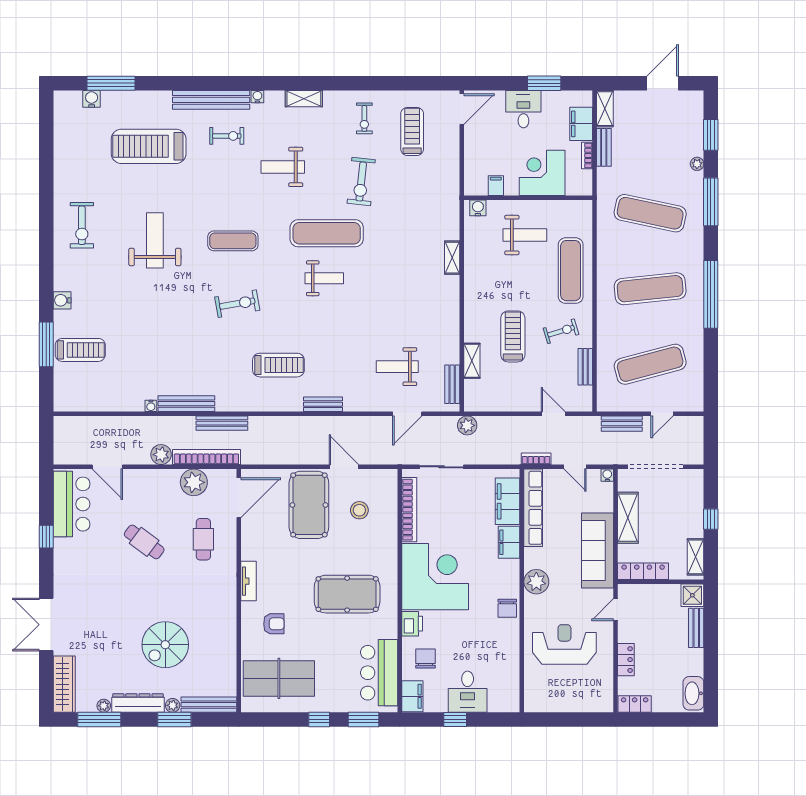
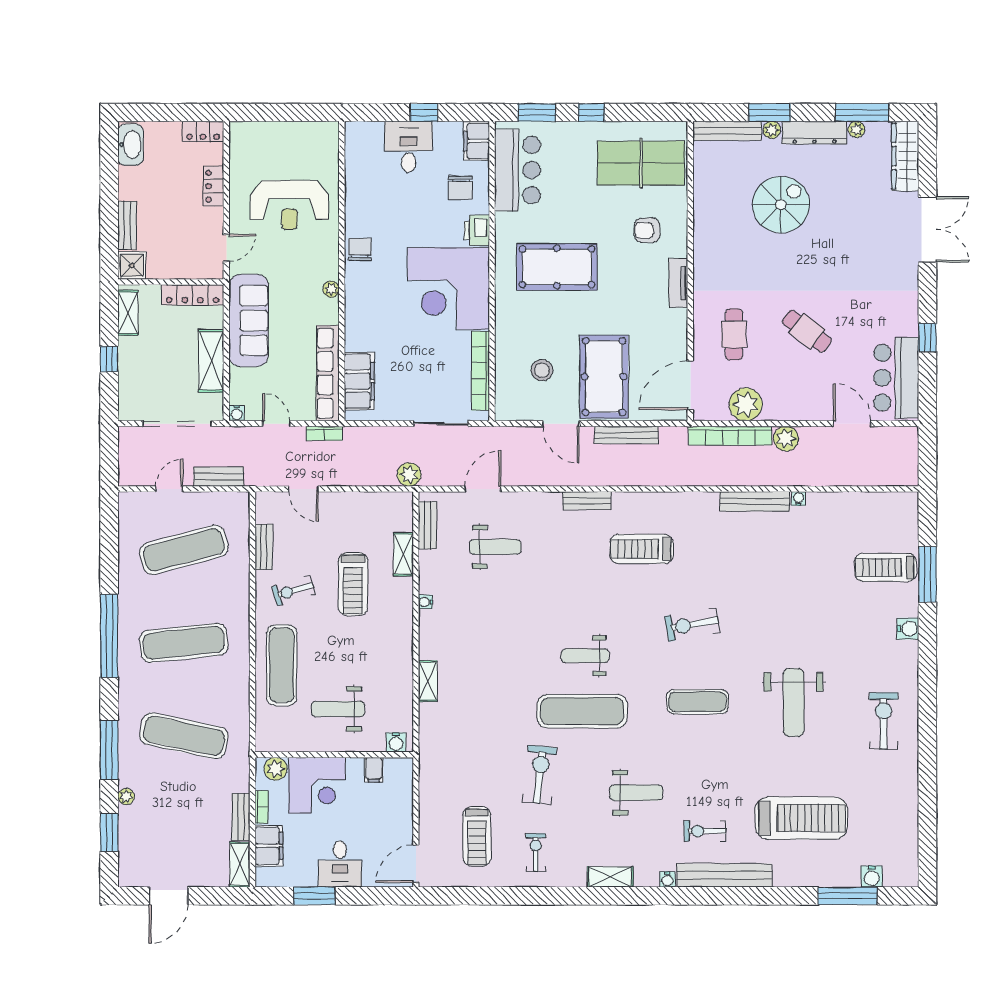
plant: (576, 186) -> (276, 769), added
water cooler: (454, 322) -> (425, 602), added
bench: (222, 423) -> (626, 435), moved
filing cabinet: (509, 542) -> (358, 331), removed
plant: (536, 582) -> (331, 289), width x0.53, depth x0.53

